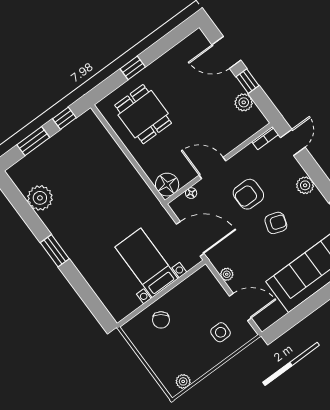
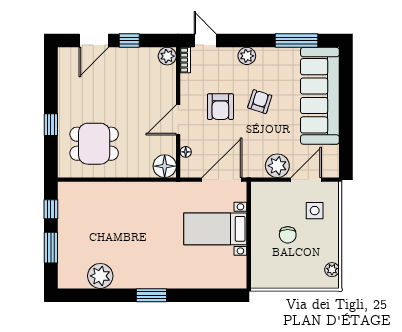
plant: (244, 102) -> (167, 56), moved
plant: (227, 274) -> (277, 166), width x1.88, depth x1.88
chair: (161, 320) -> (288, 235), moved, turned 54

